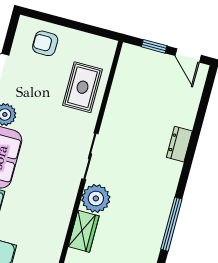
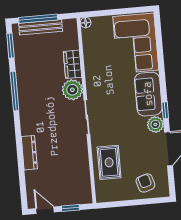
armchair: (45, 43) -> (145, 183), turned -107
dresser: (179, 144) -> (29, 153), width x1.44

